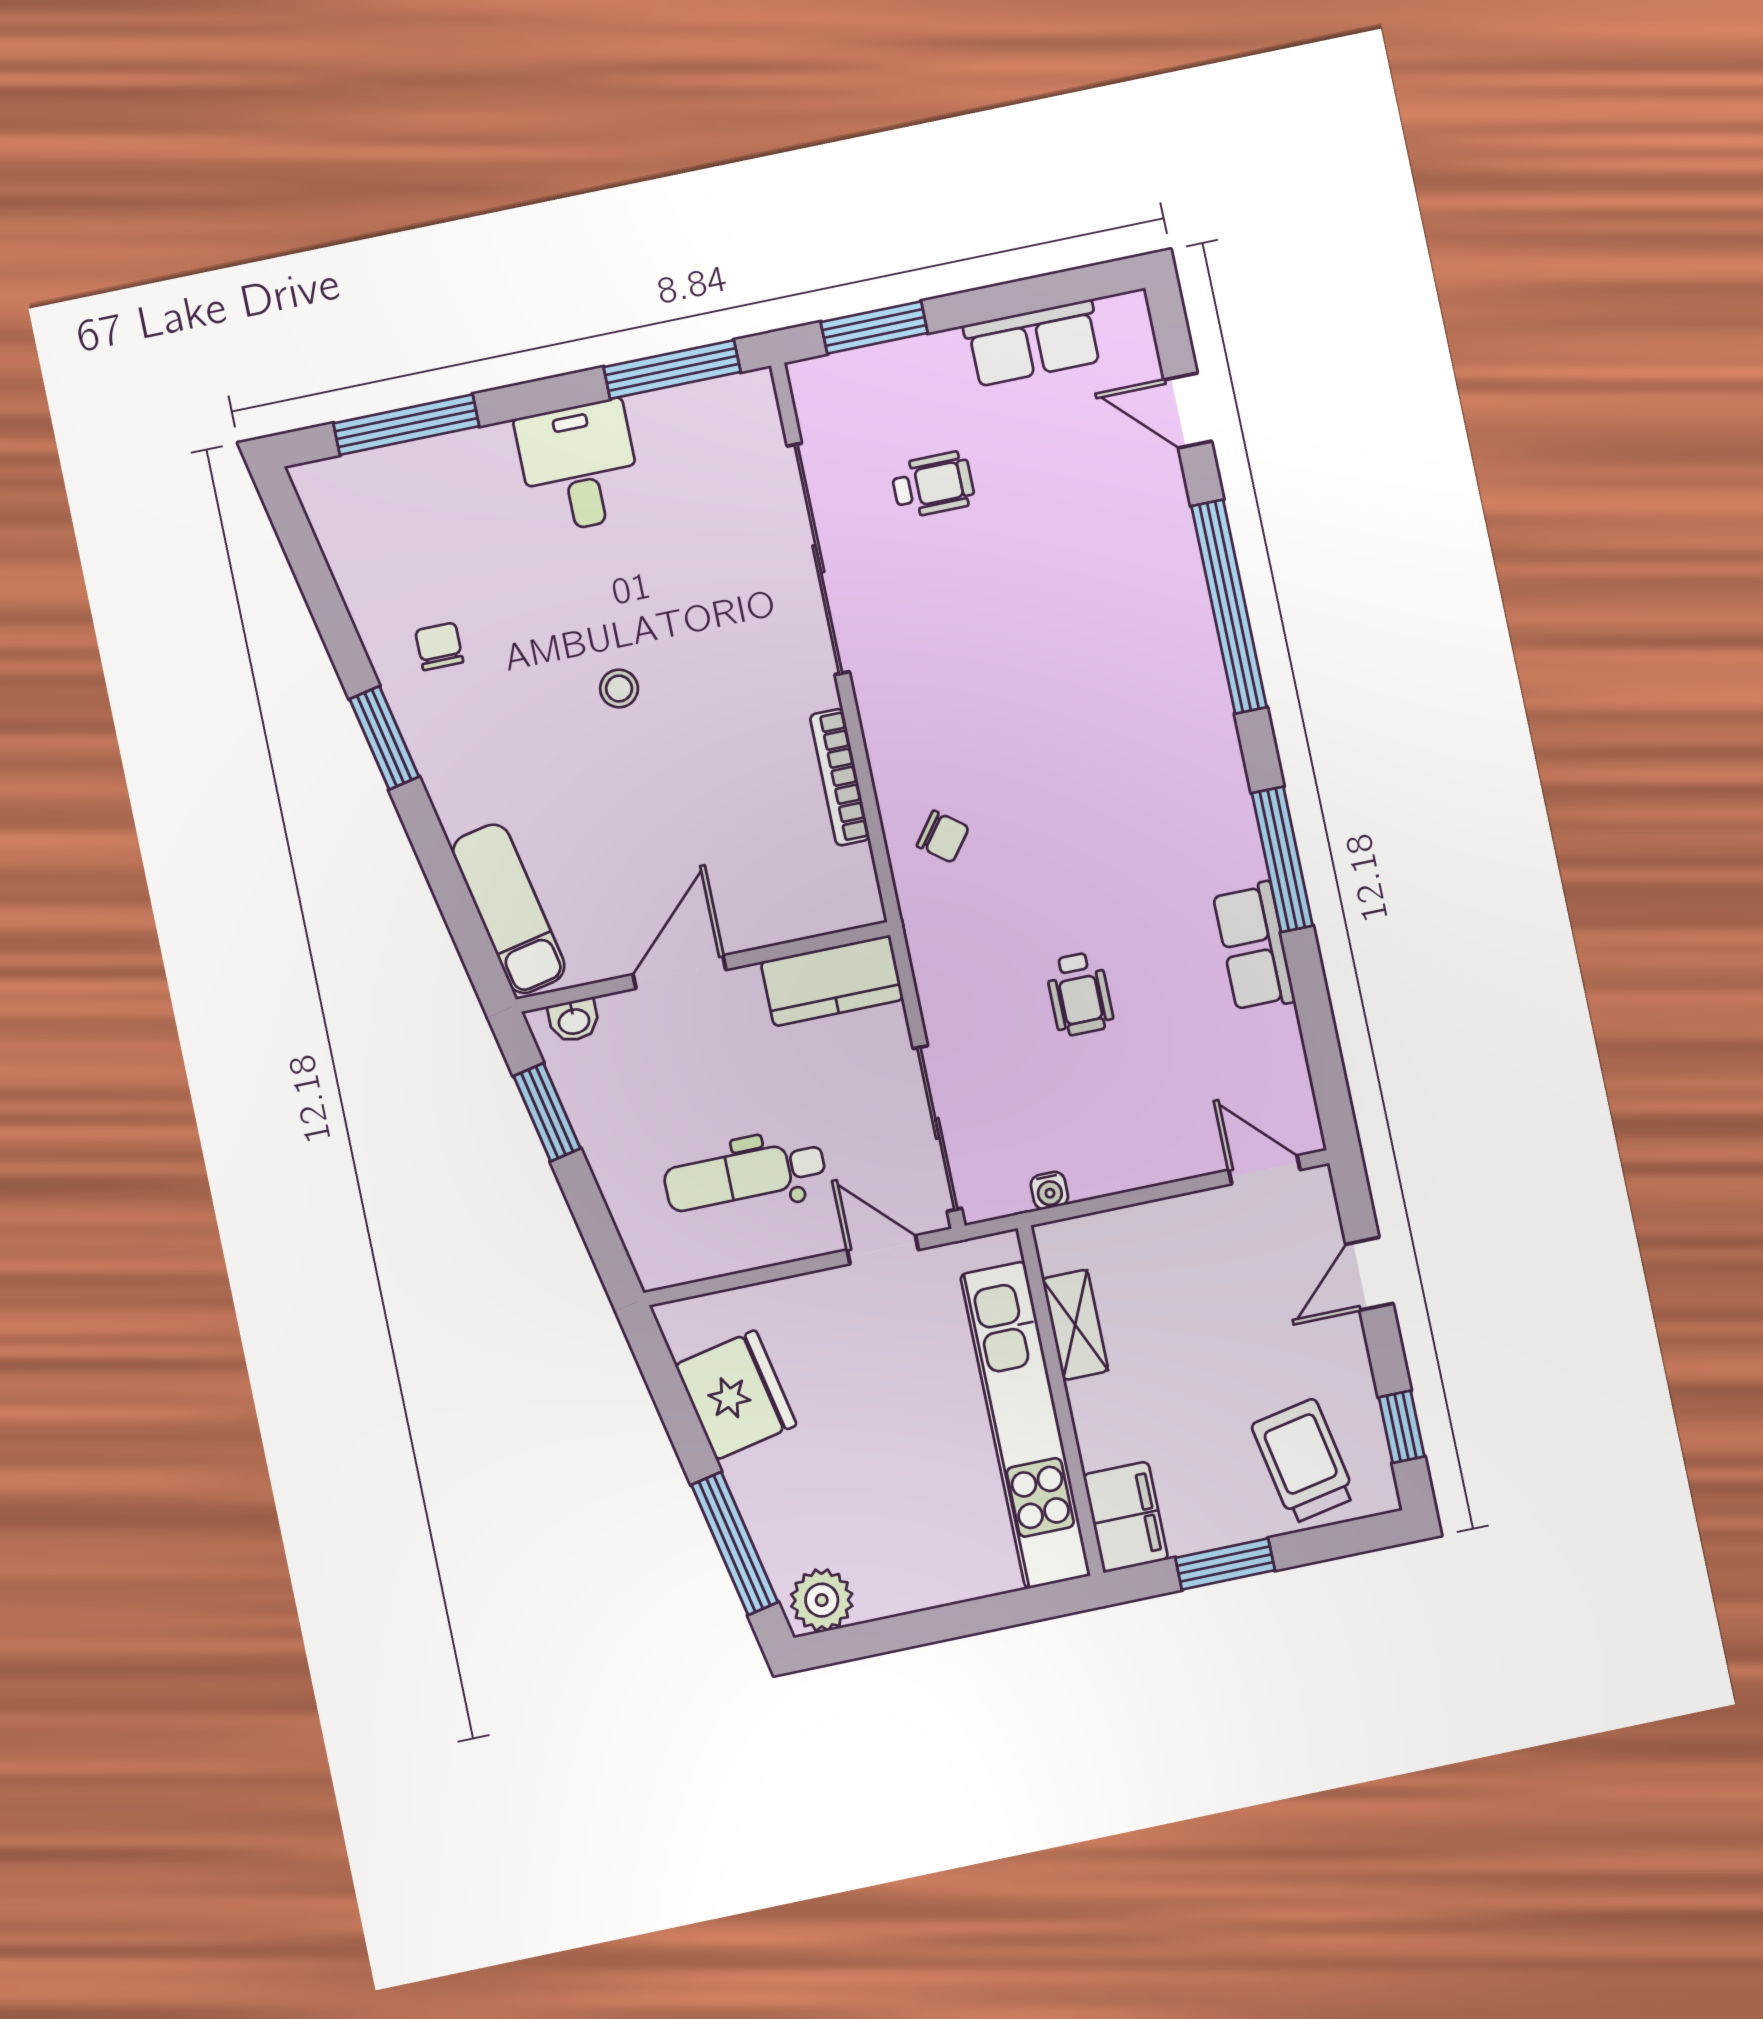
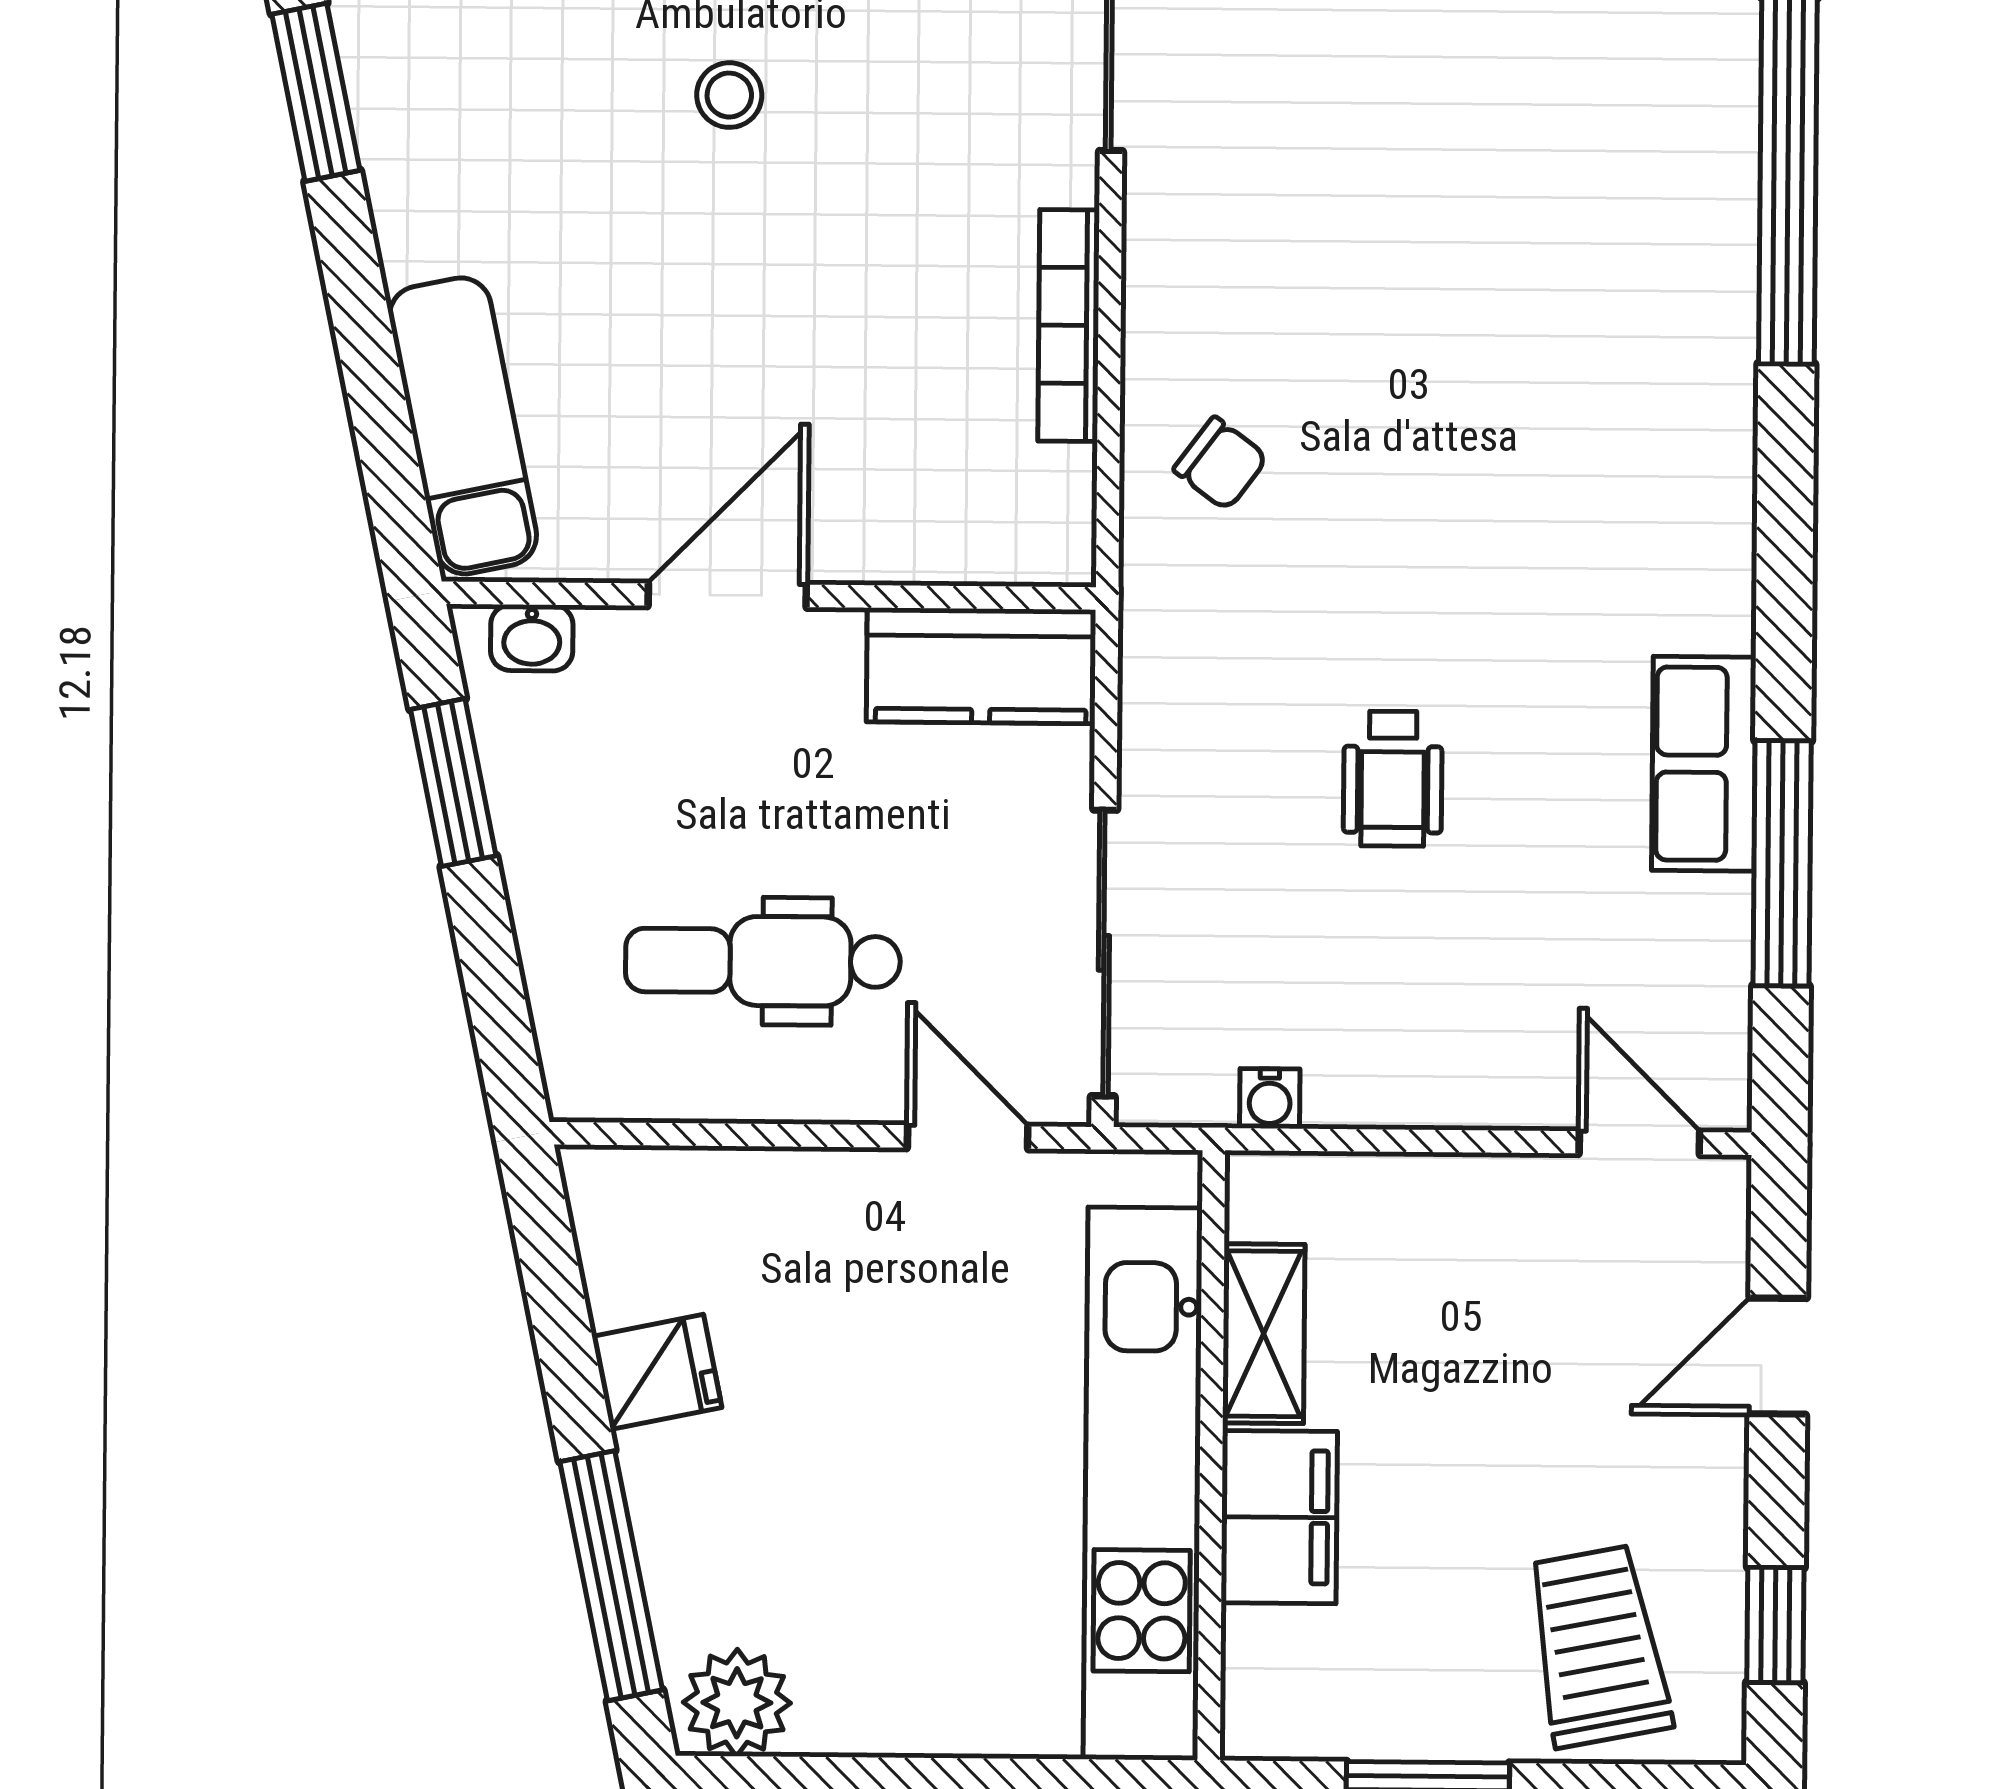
window: (1282, 859) -> (1782, 863), moved
fridge: (736, 1395) -> (657, 1372), width x0.53, depth x0.75
filing cabinet: (1126, 1517) -> (1279, 1517), moved

